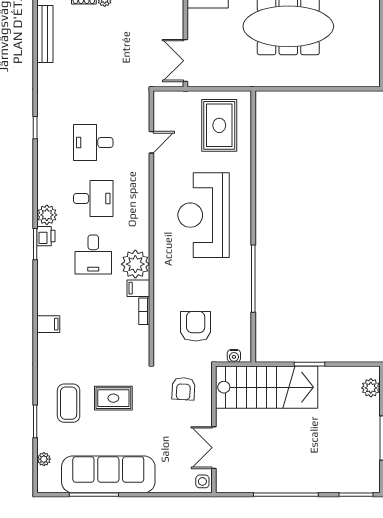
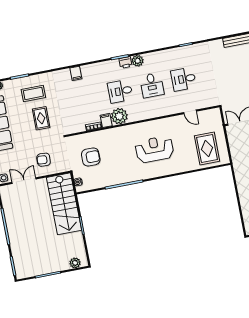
rug: (219, 125) -> (207, 148), turned 90
desk: (93, 143) -> (184, 79), turned -90
reception desk: (204, 215) -> (154, 149), width x0.74, depth x0.77
armchair: (183, 389) -> (44, 160), moved

